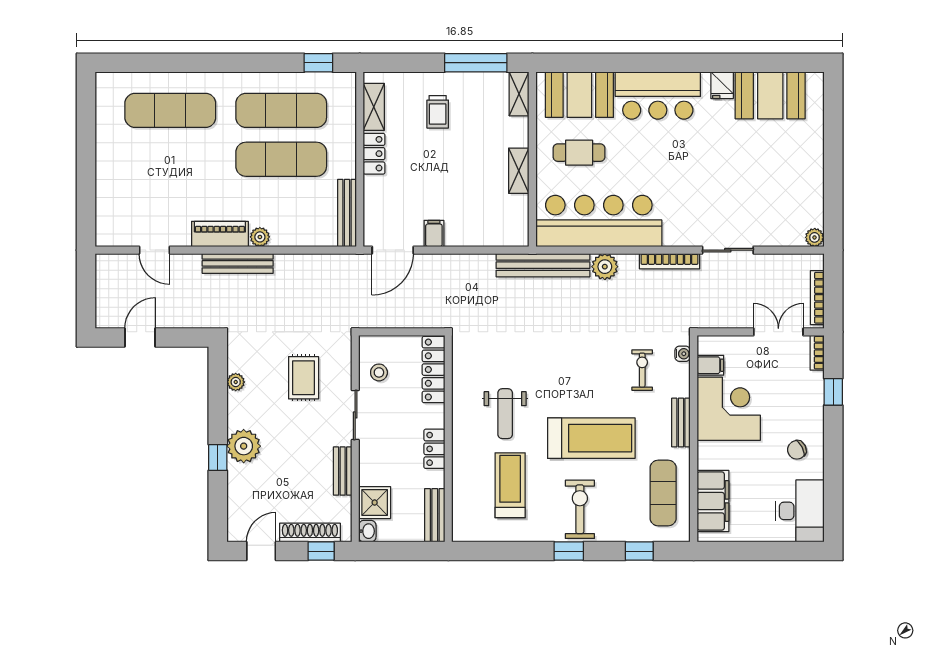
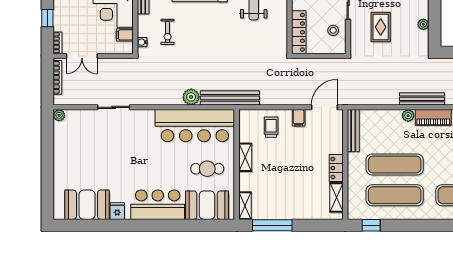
trolley: (438, 112) -> (271, 127), moved
bookcase: (670, 261) -> (150, 100), removed

